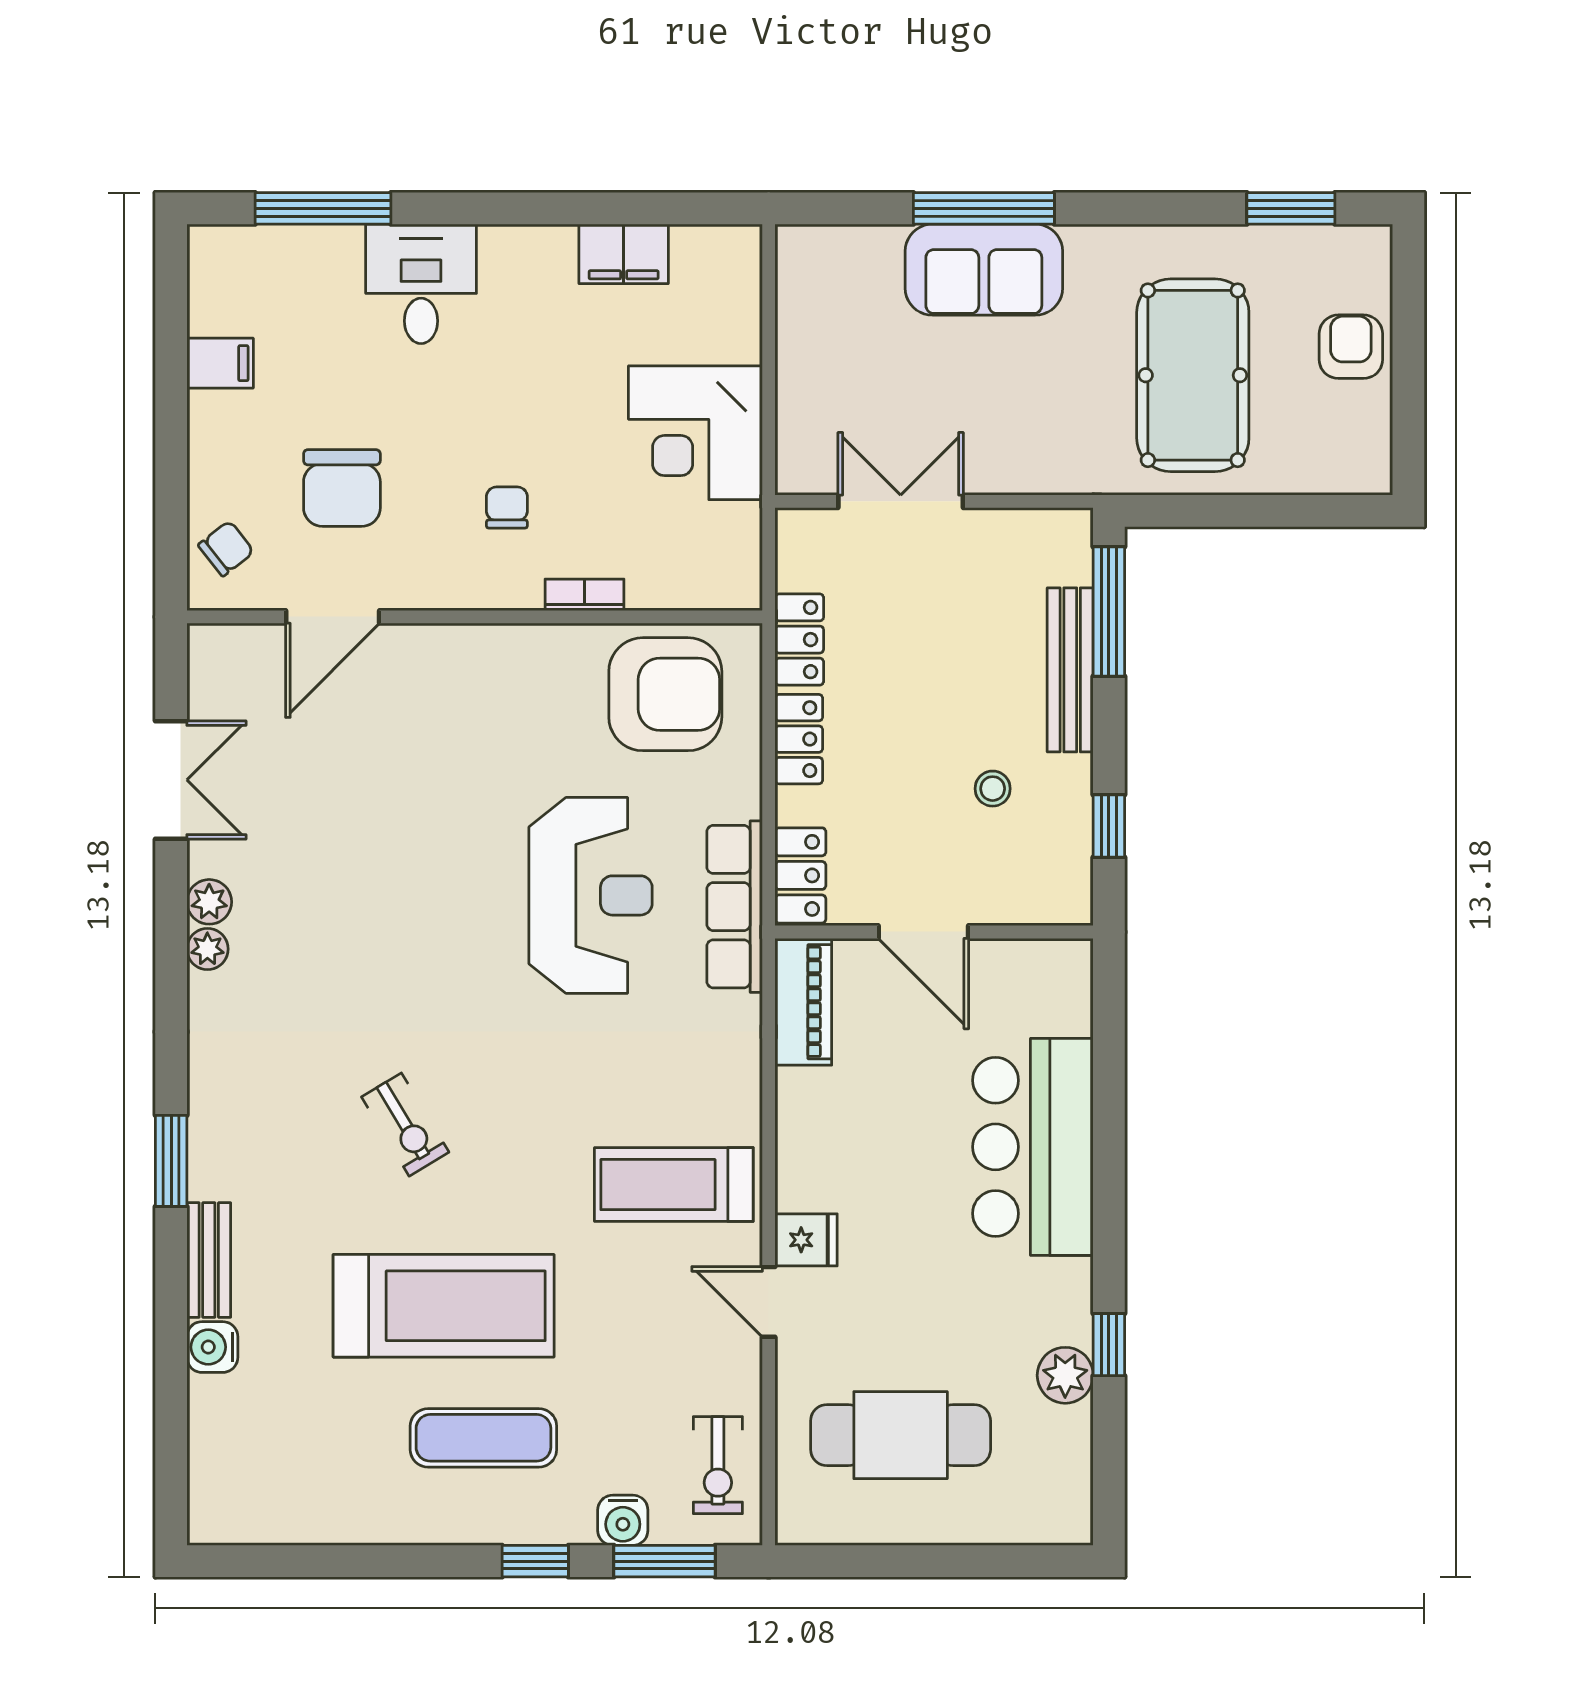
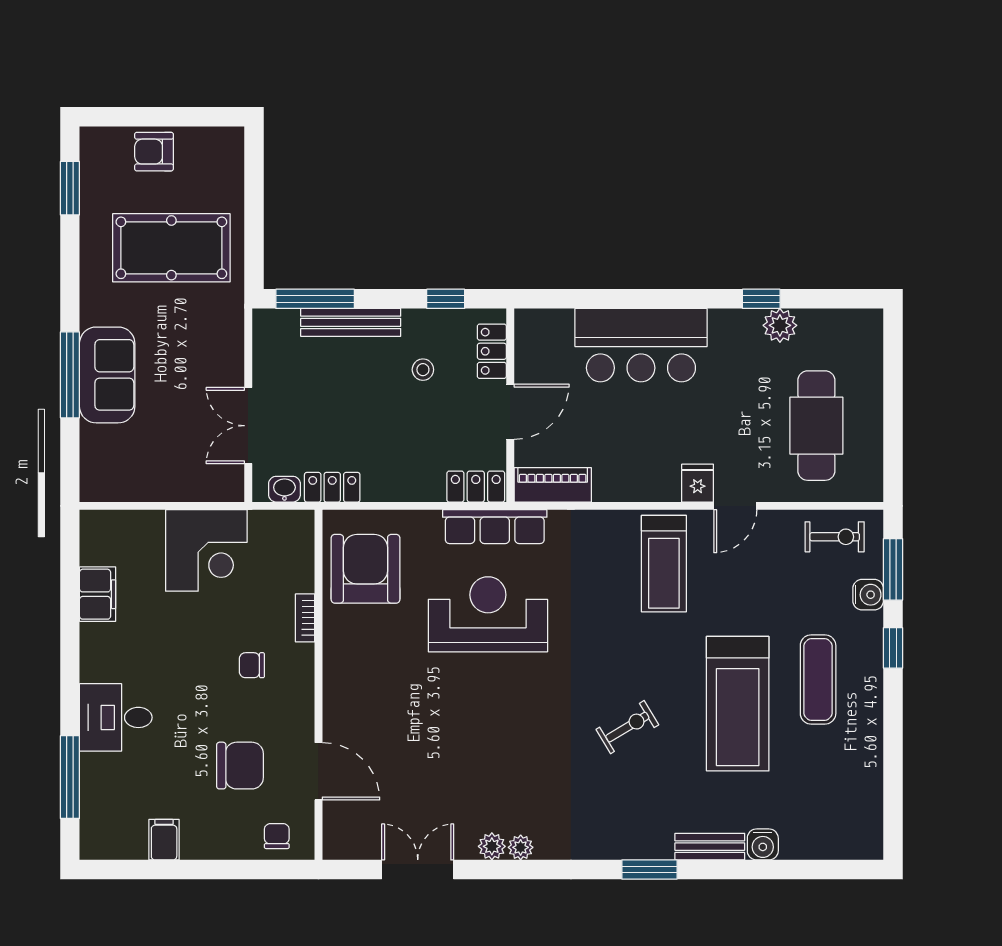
chair: (226, 548) -> (277, 836), turned 38
washbasin: (796, 561) -> (284, 489), added
locker: (799, 739) -> (492, 351), moved, turned -90
treadmill: (444, 1306) -> (738, 704), turned 180

